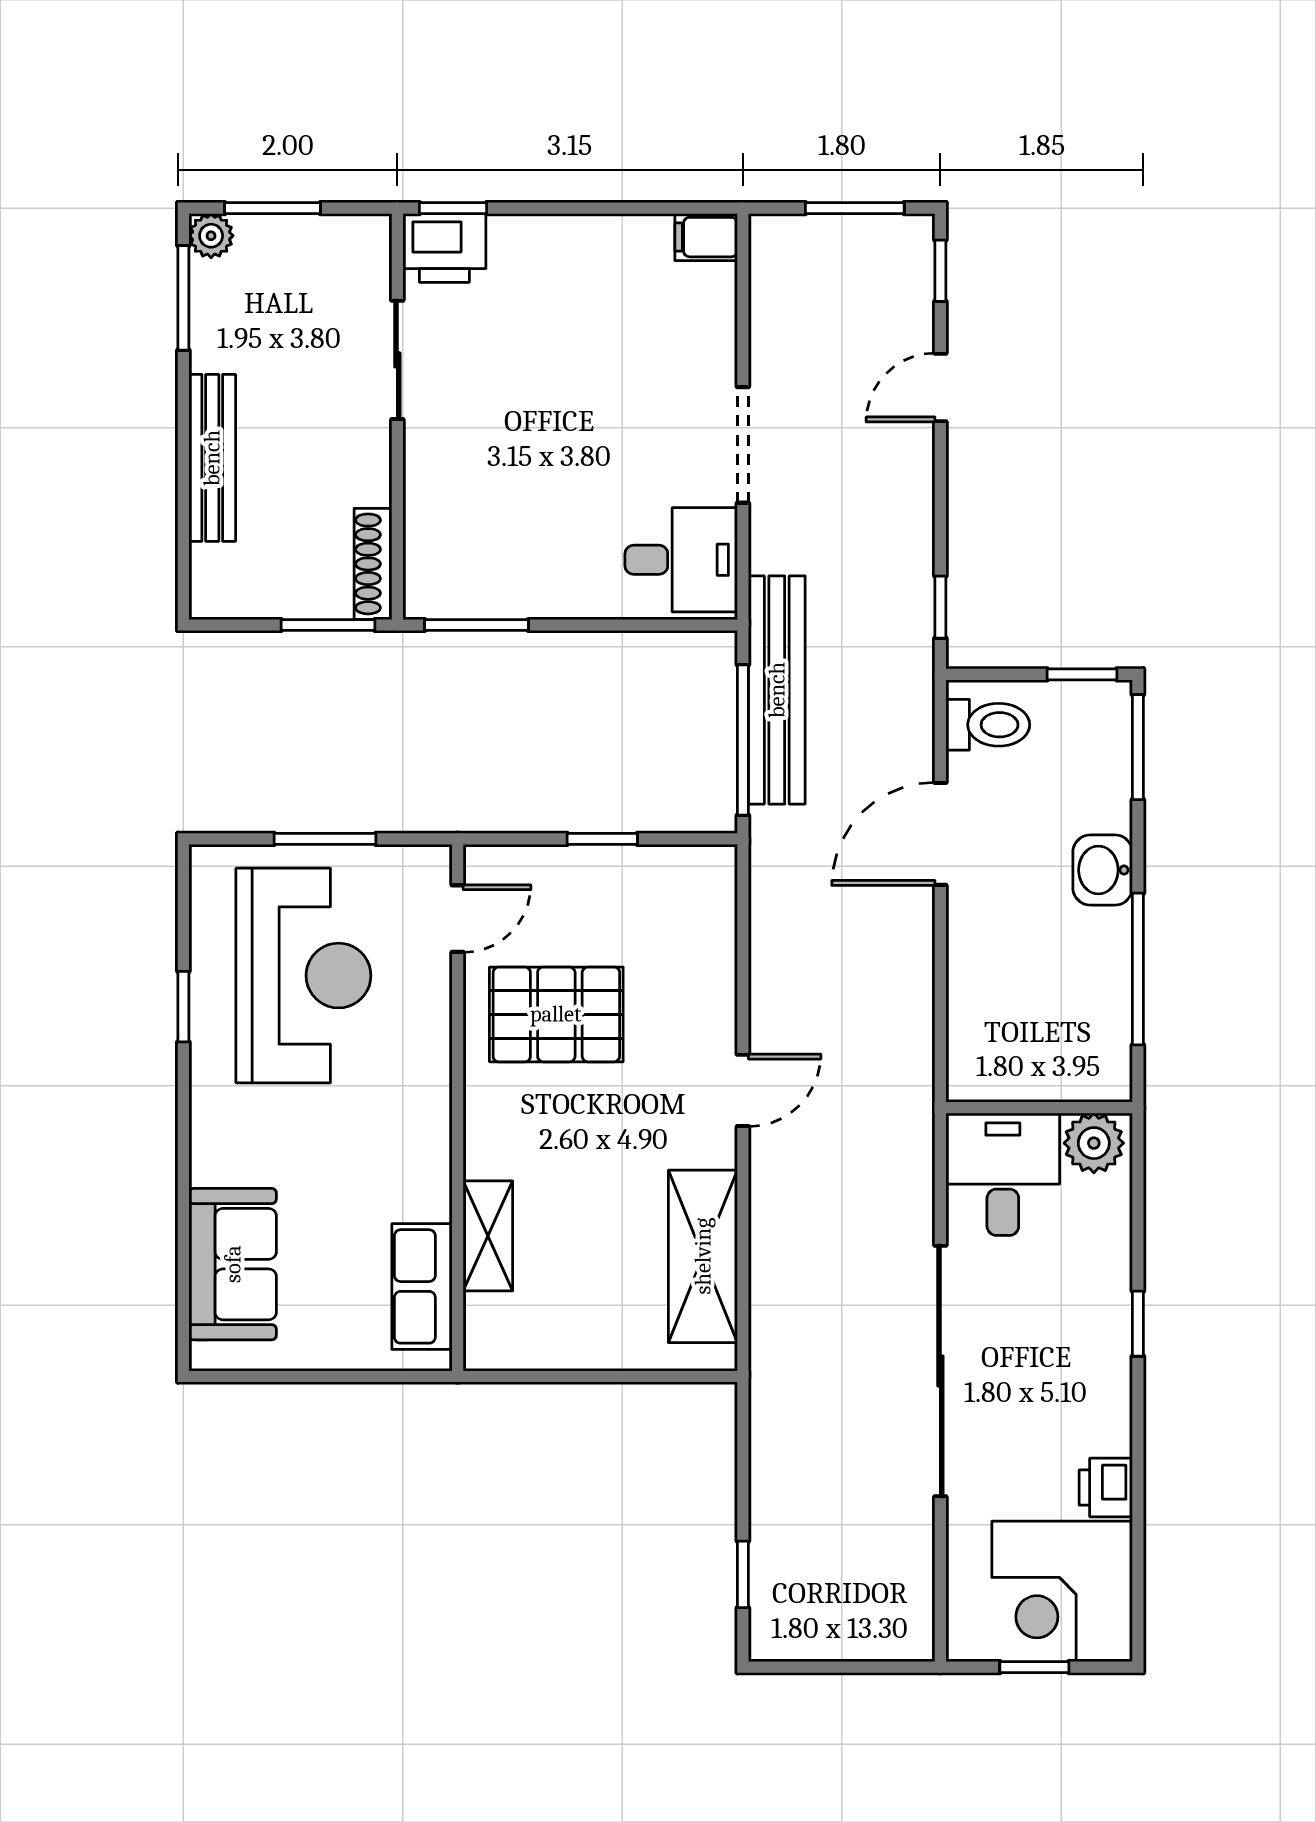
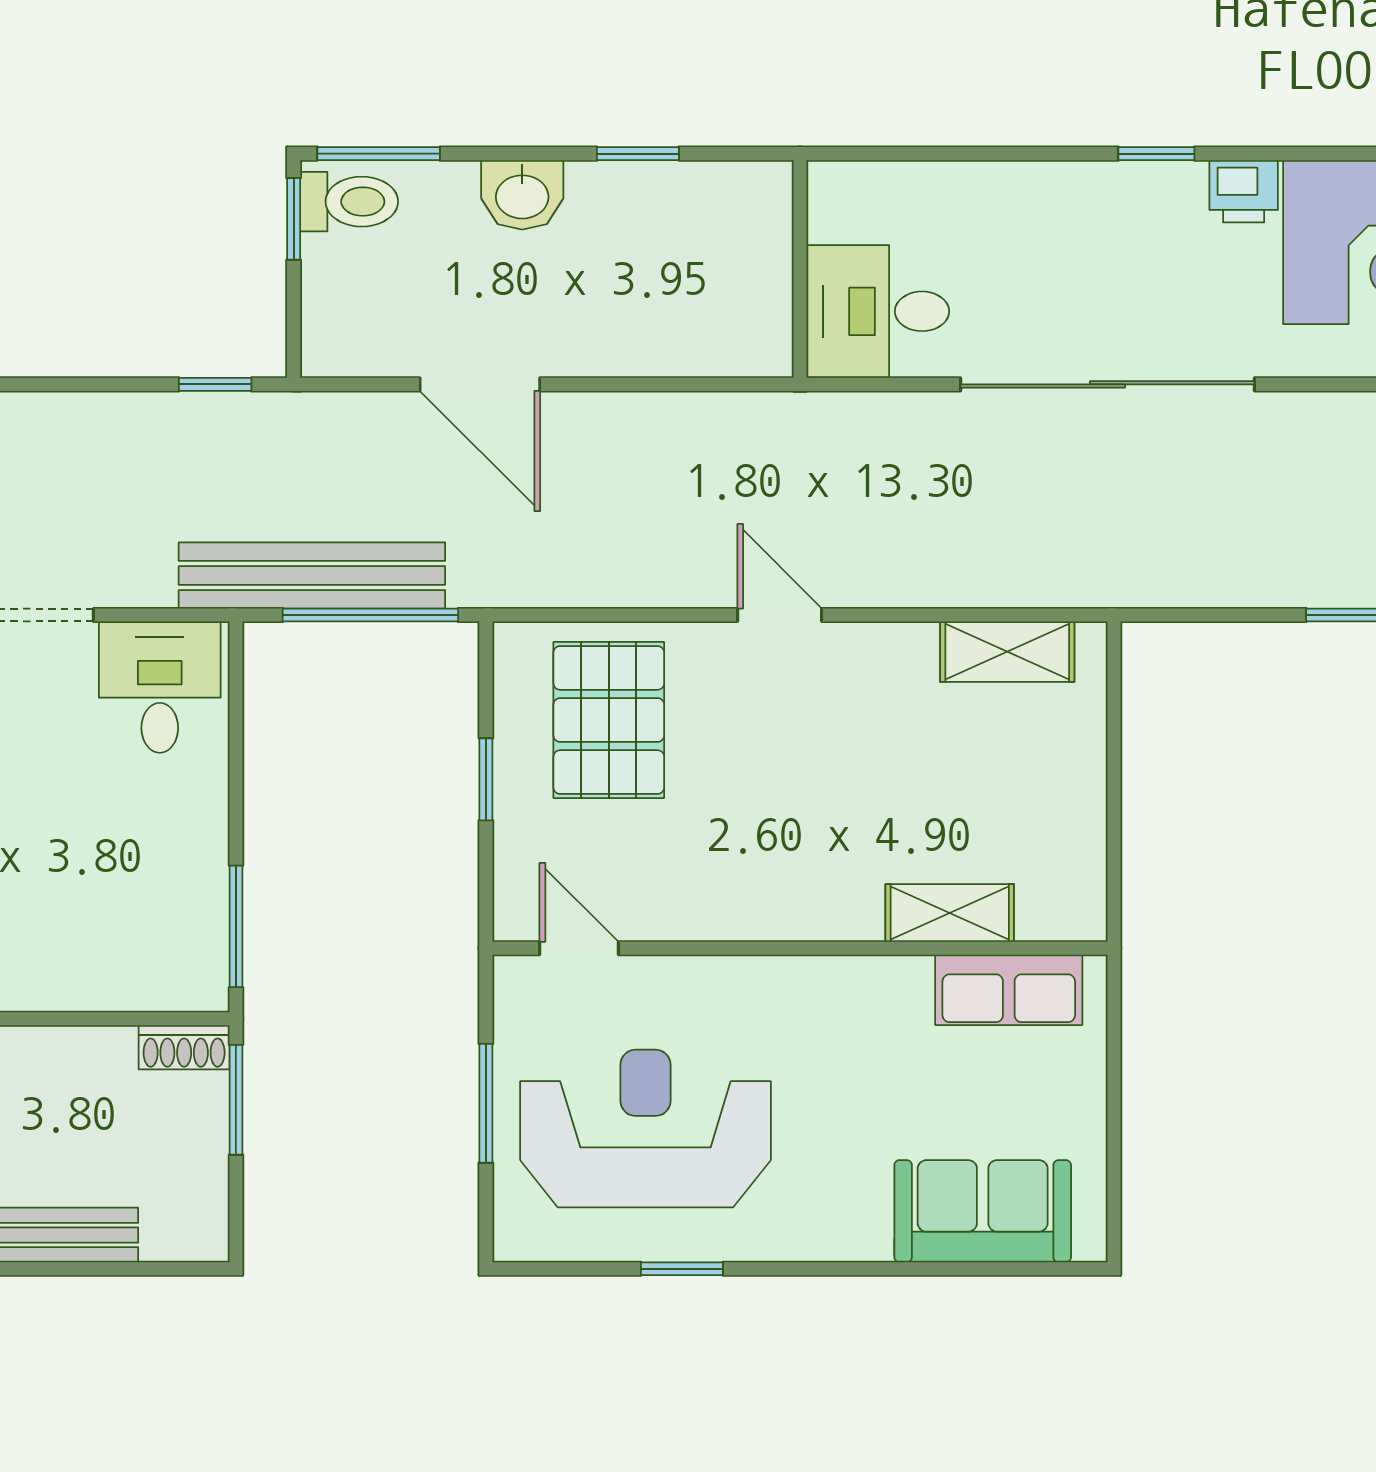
shoe rack: (373, 564) -> (184, 1047), width x0.70
toilet: (988, 725) -> (349, 202), moved, turned 90
window: (1138, 969) -> (638, 154), width x0.46
pallet: (556, 1014) -> (609, 720), moved
plant: (1094, 1143) -> (841, 205), removed
shelving: (703, 1256) -> (1007, 652), width x0.67, depth x0.75
window: (1138, 1324) -> (1156, 154), moved

